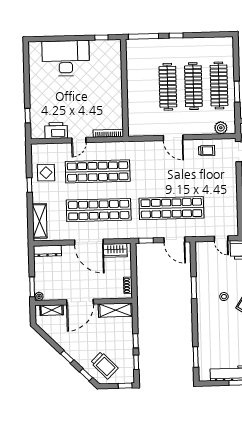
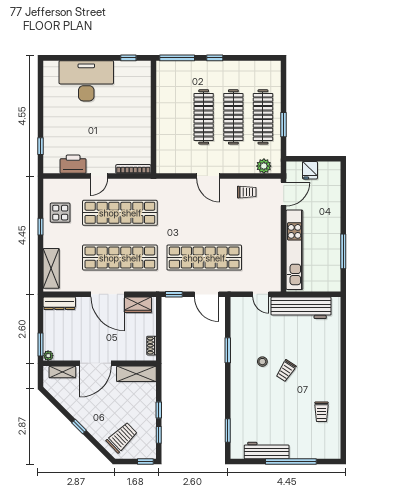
trolley: (104, 365) -> (122, 437), turned -90
window: (86, 375) -> (100, 448), removed

